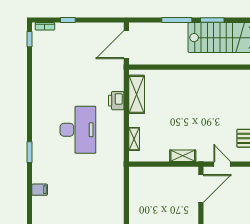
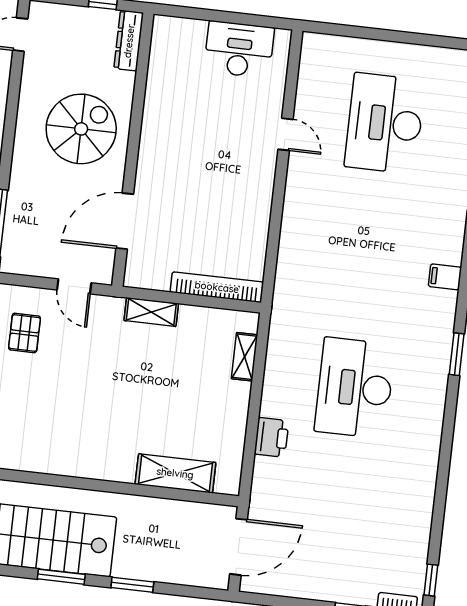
window: (177, 20) -> (132, 585), width x0.69
shelving: (137, 94) -> (175, 473), moved, turned 90
bookcase: (152, 172) -> (217, 287), added
door: (201, 188) -> (125, 221), moved

